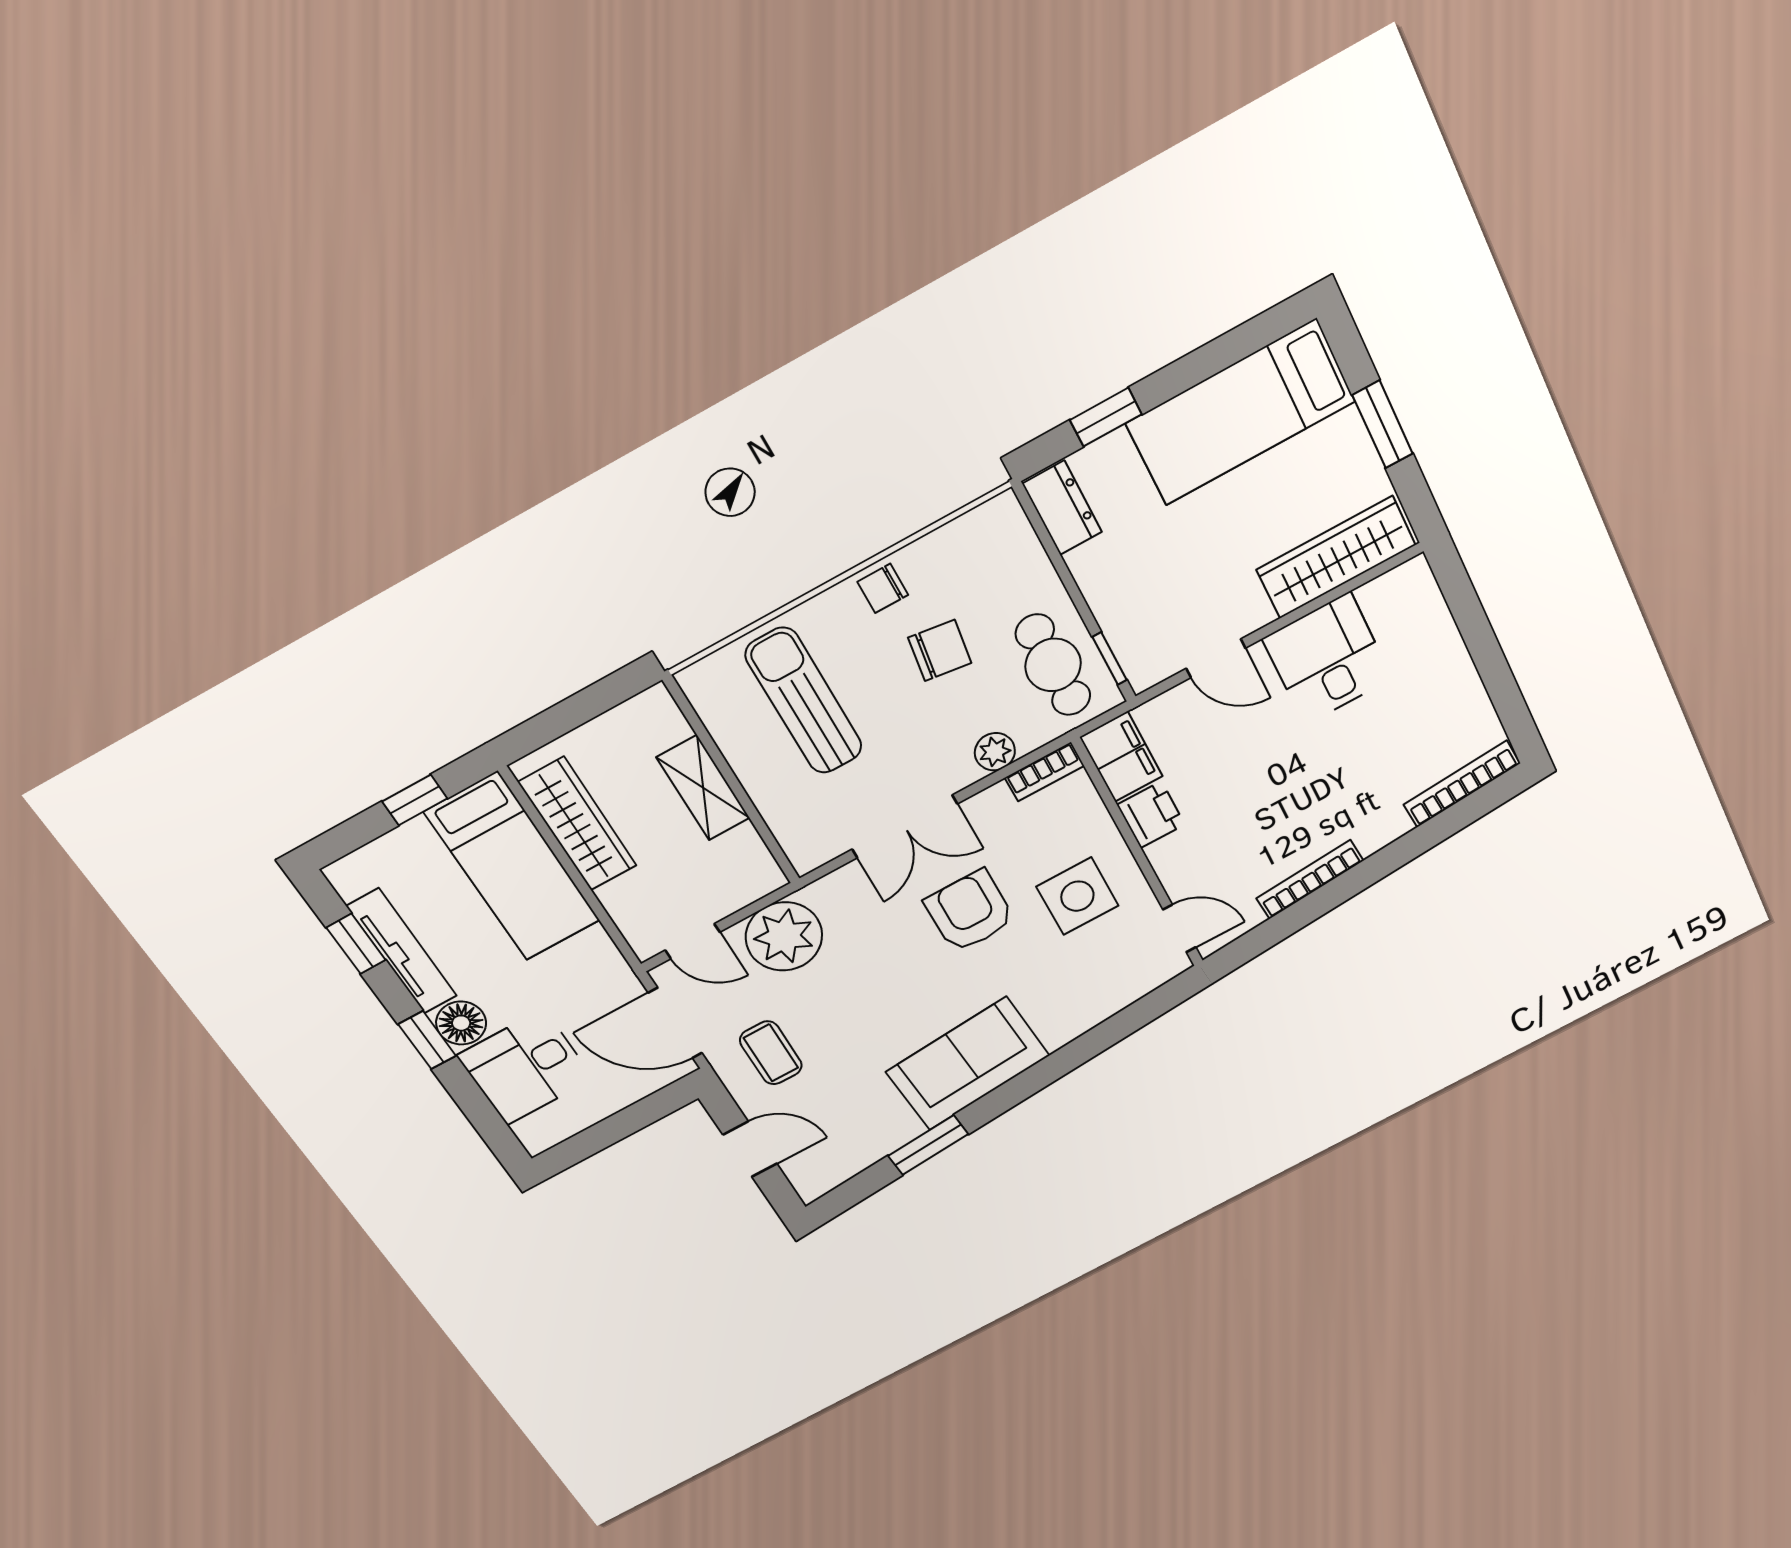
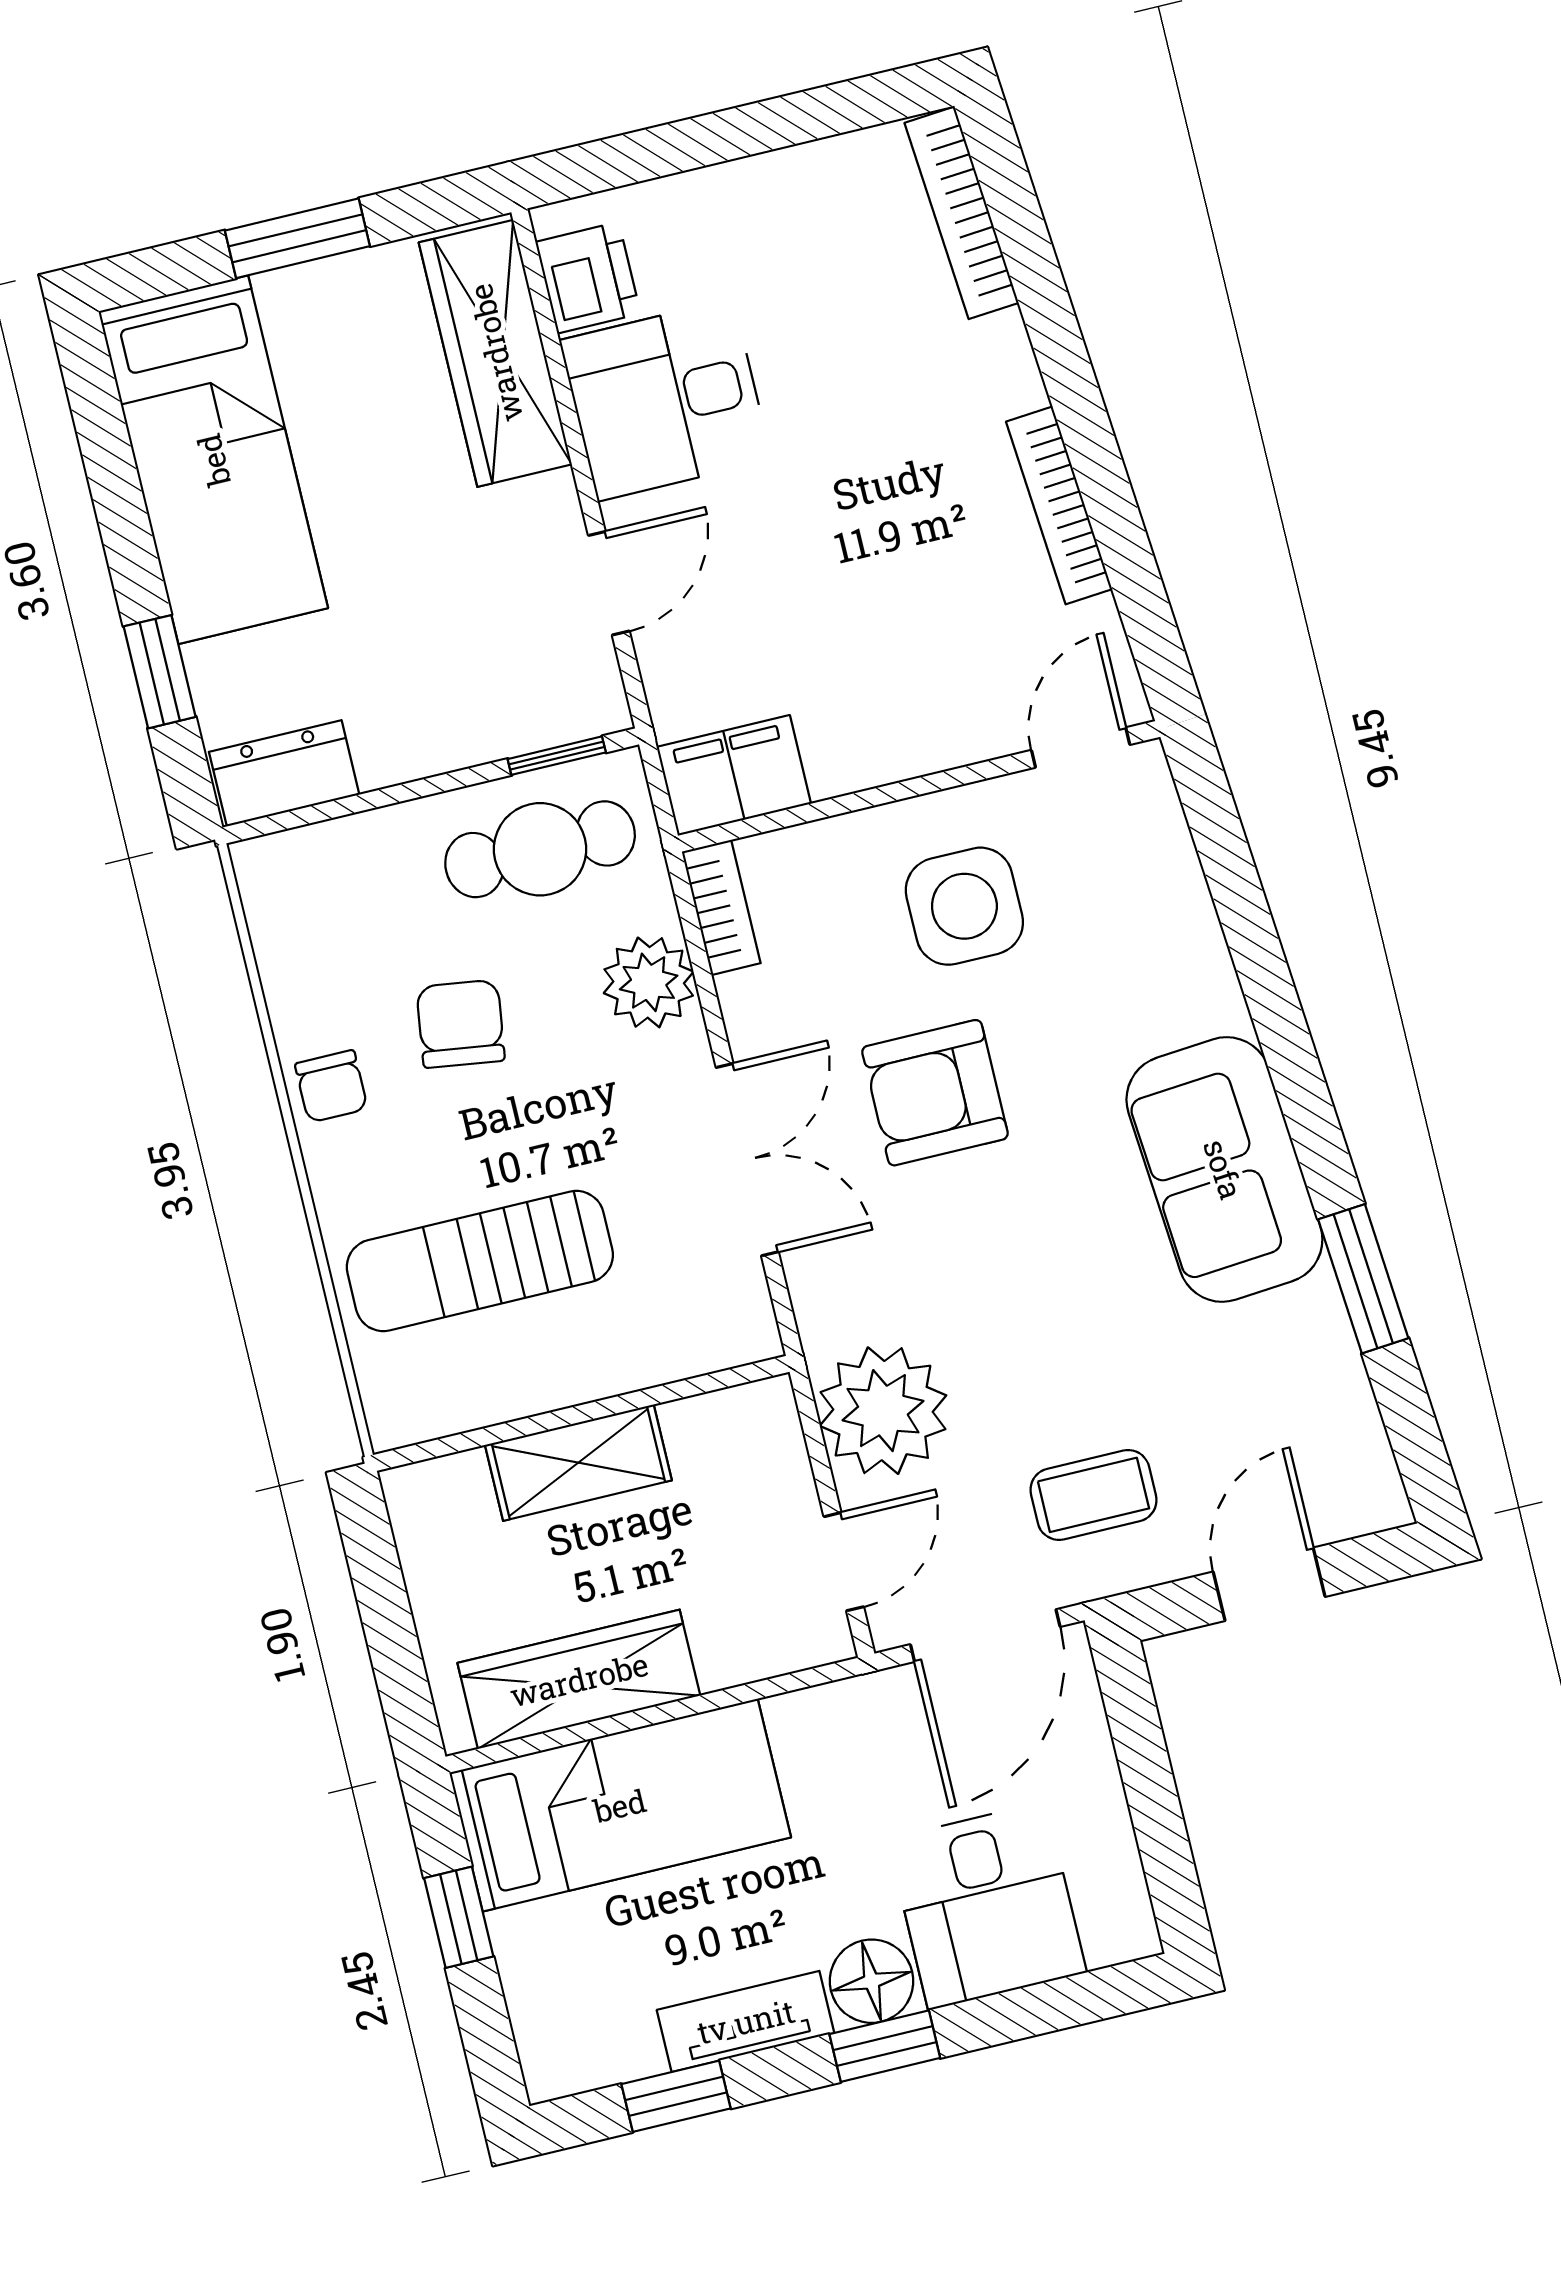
plant: (995, 752) -> (649, 982), width x1.38, depth x1.38
printer: (1151, 815) -> (588, 278), moved, turned 90
tv unit: (402, 951) -> (746, 2021), width x0.71

